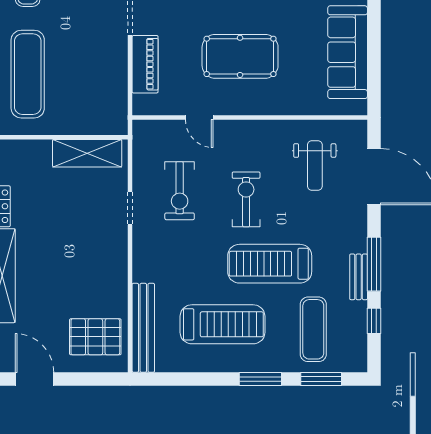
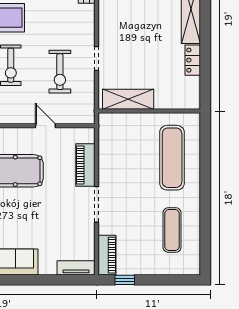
exercise bike: (180, 191) -> (60, 72), turned 180

